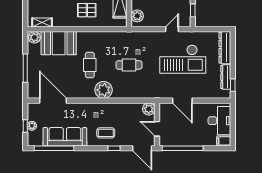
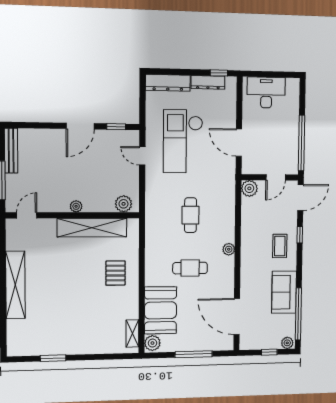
checkout: (183, 59) -> (183, 141), turned 180
plant: (104, 90) -> (229, 249), width x0.53, depth x0.53
door: (53, 101) -> (237, 316), hinge flipped
door: (182, 101) -> (239, 143), swing flipped
plant: (32, 126) -> (287, 343), moved
sofa: (65, 137) -> (284, 292), width x0.73
filing cabinet: (224, 141) -> (293, 87), removed

